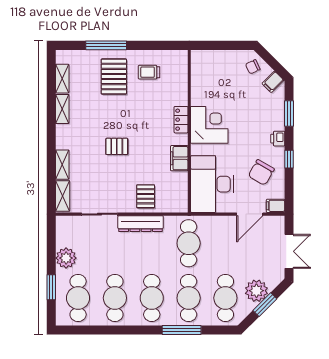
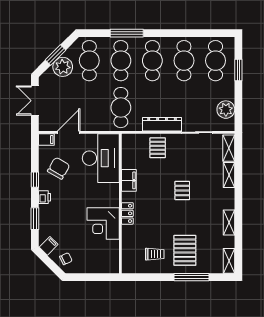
shelving: (62, 79) -> (229, 261), moved
corner desk: (209, 125) -> (103, 224), moved
pallet: (117, 146) -> (182, 190), turned 90
plant: (66, 258) -> (226, 110), moved

